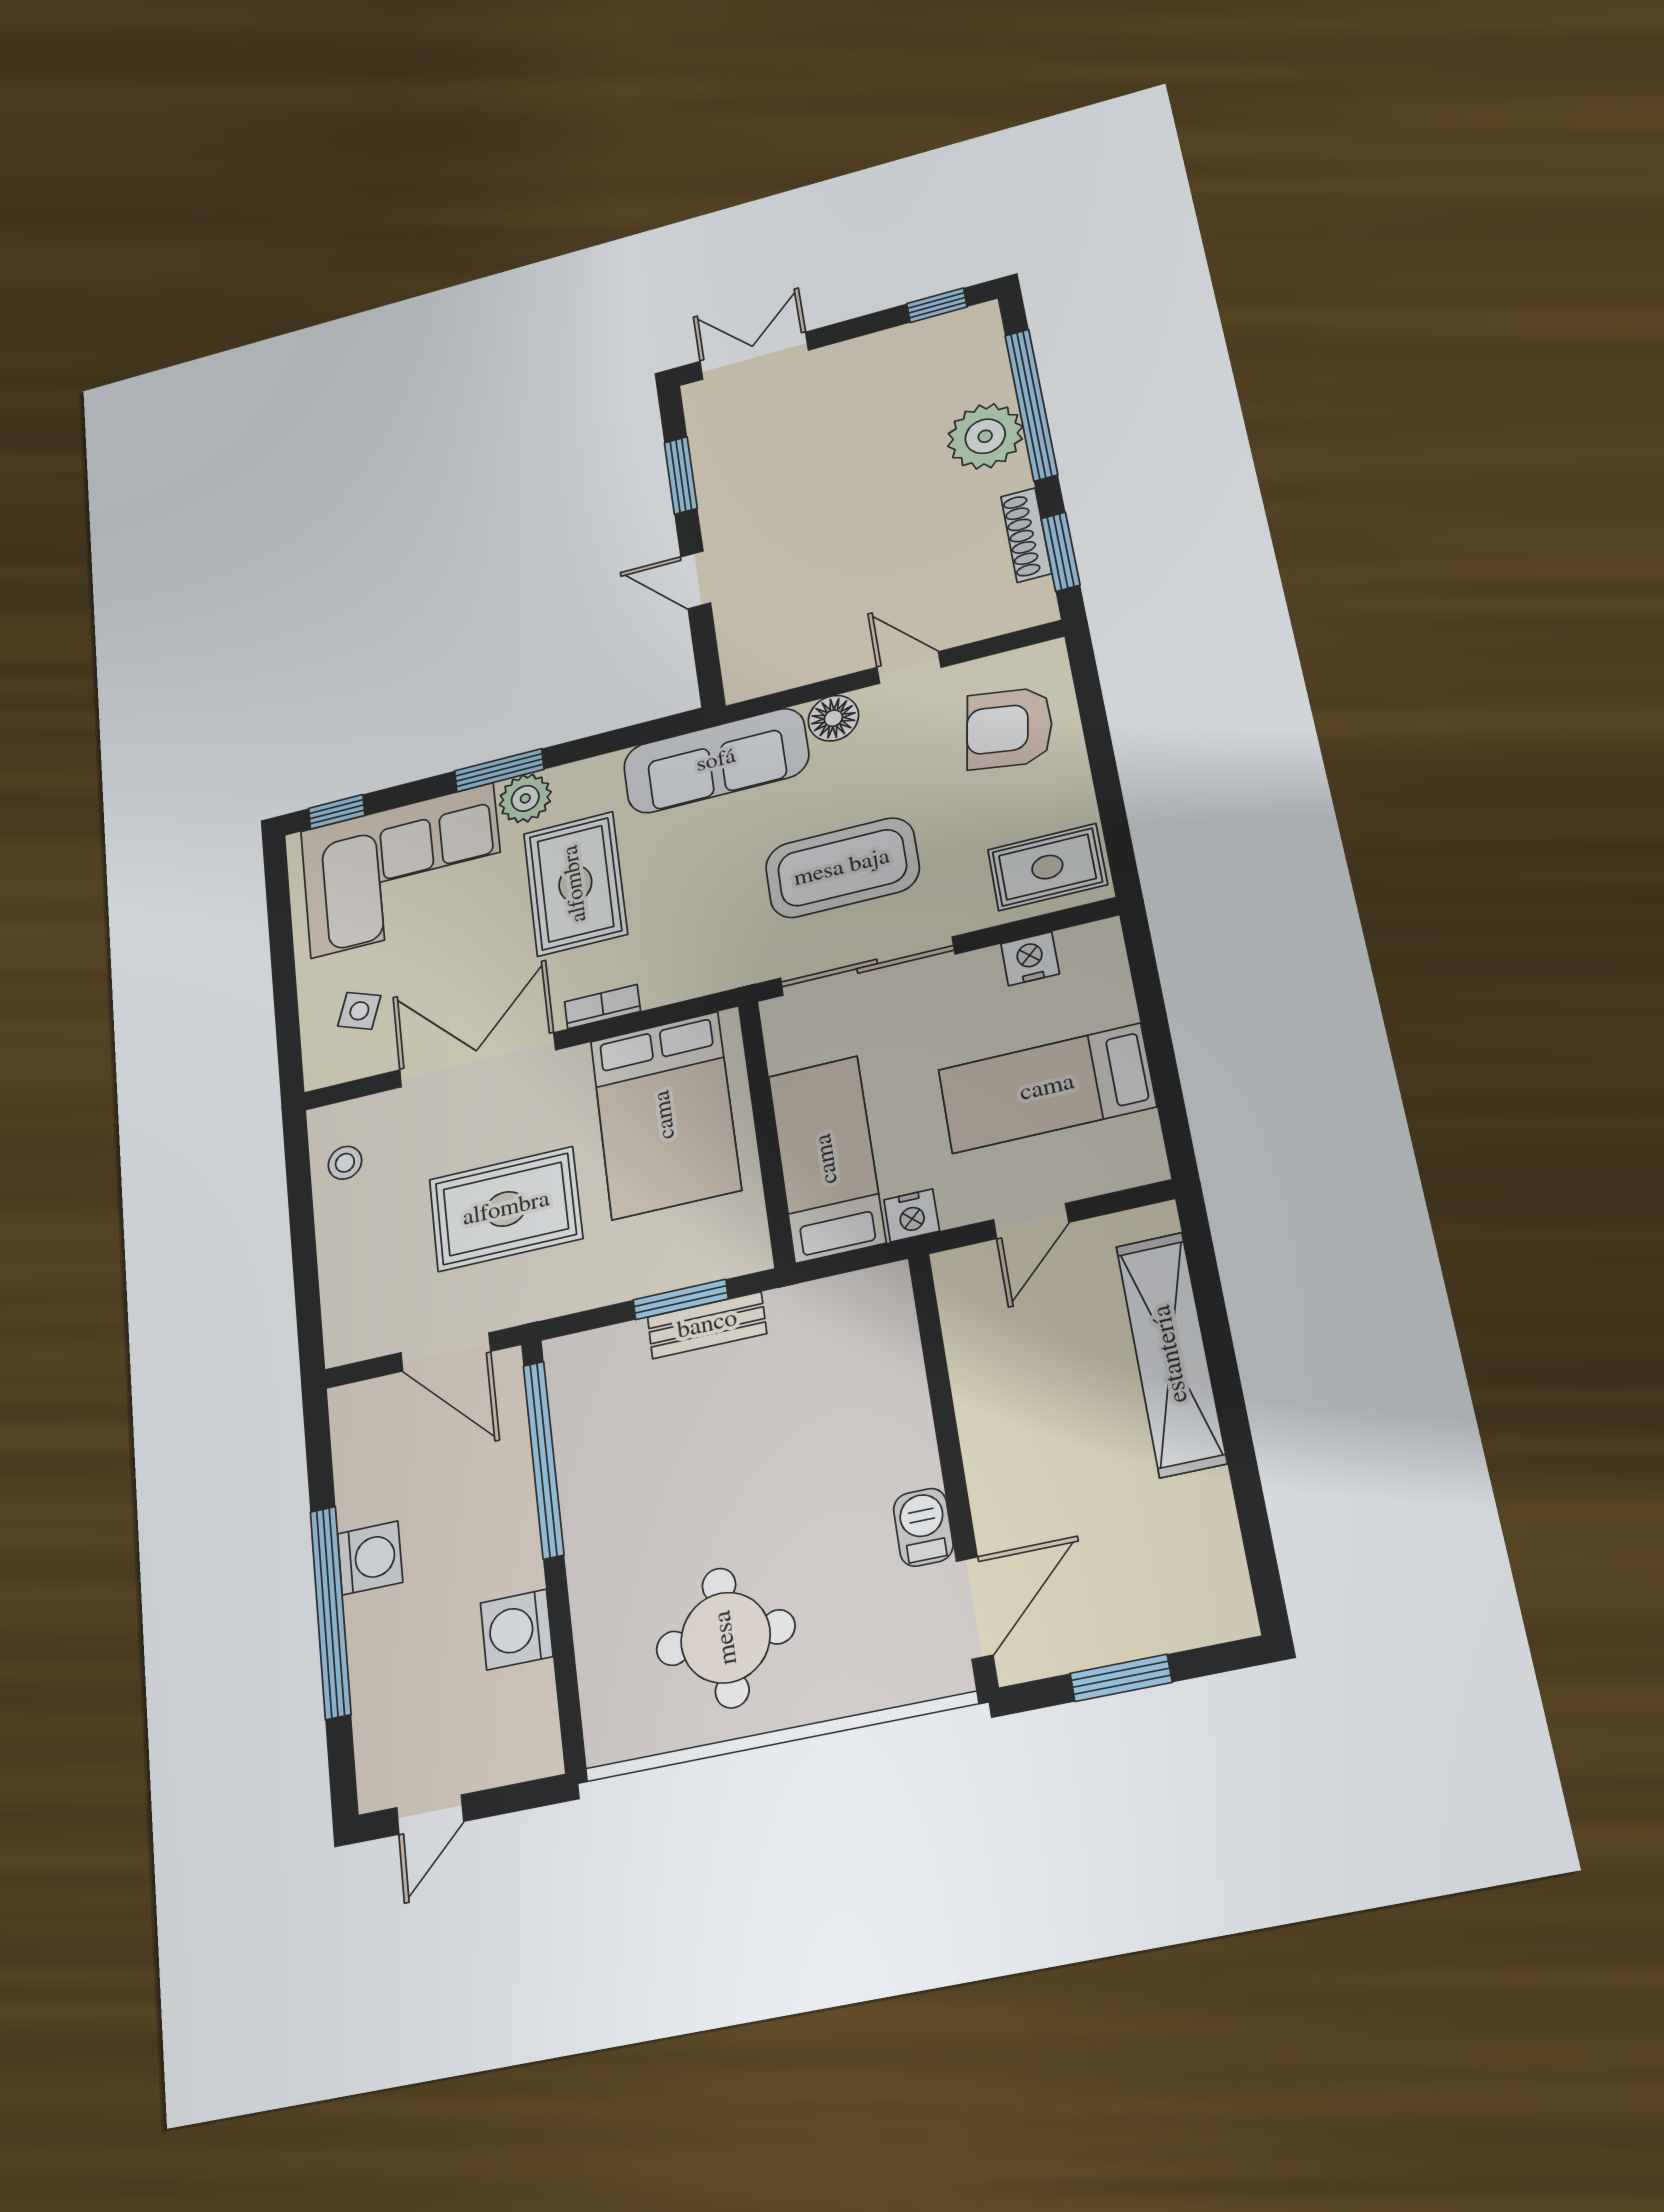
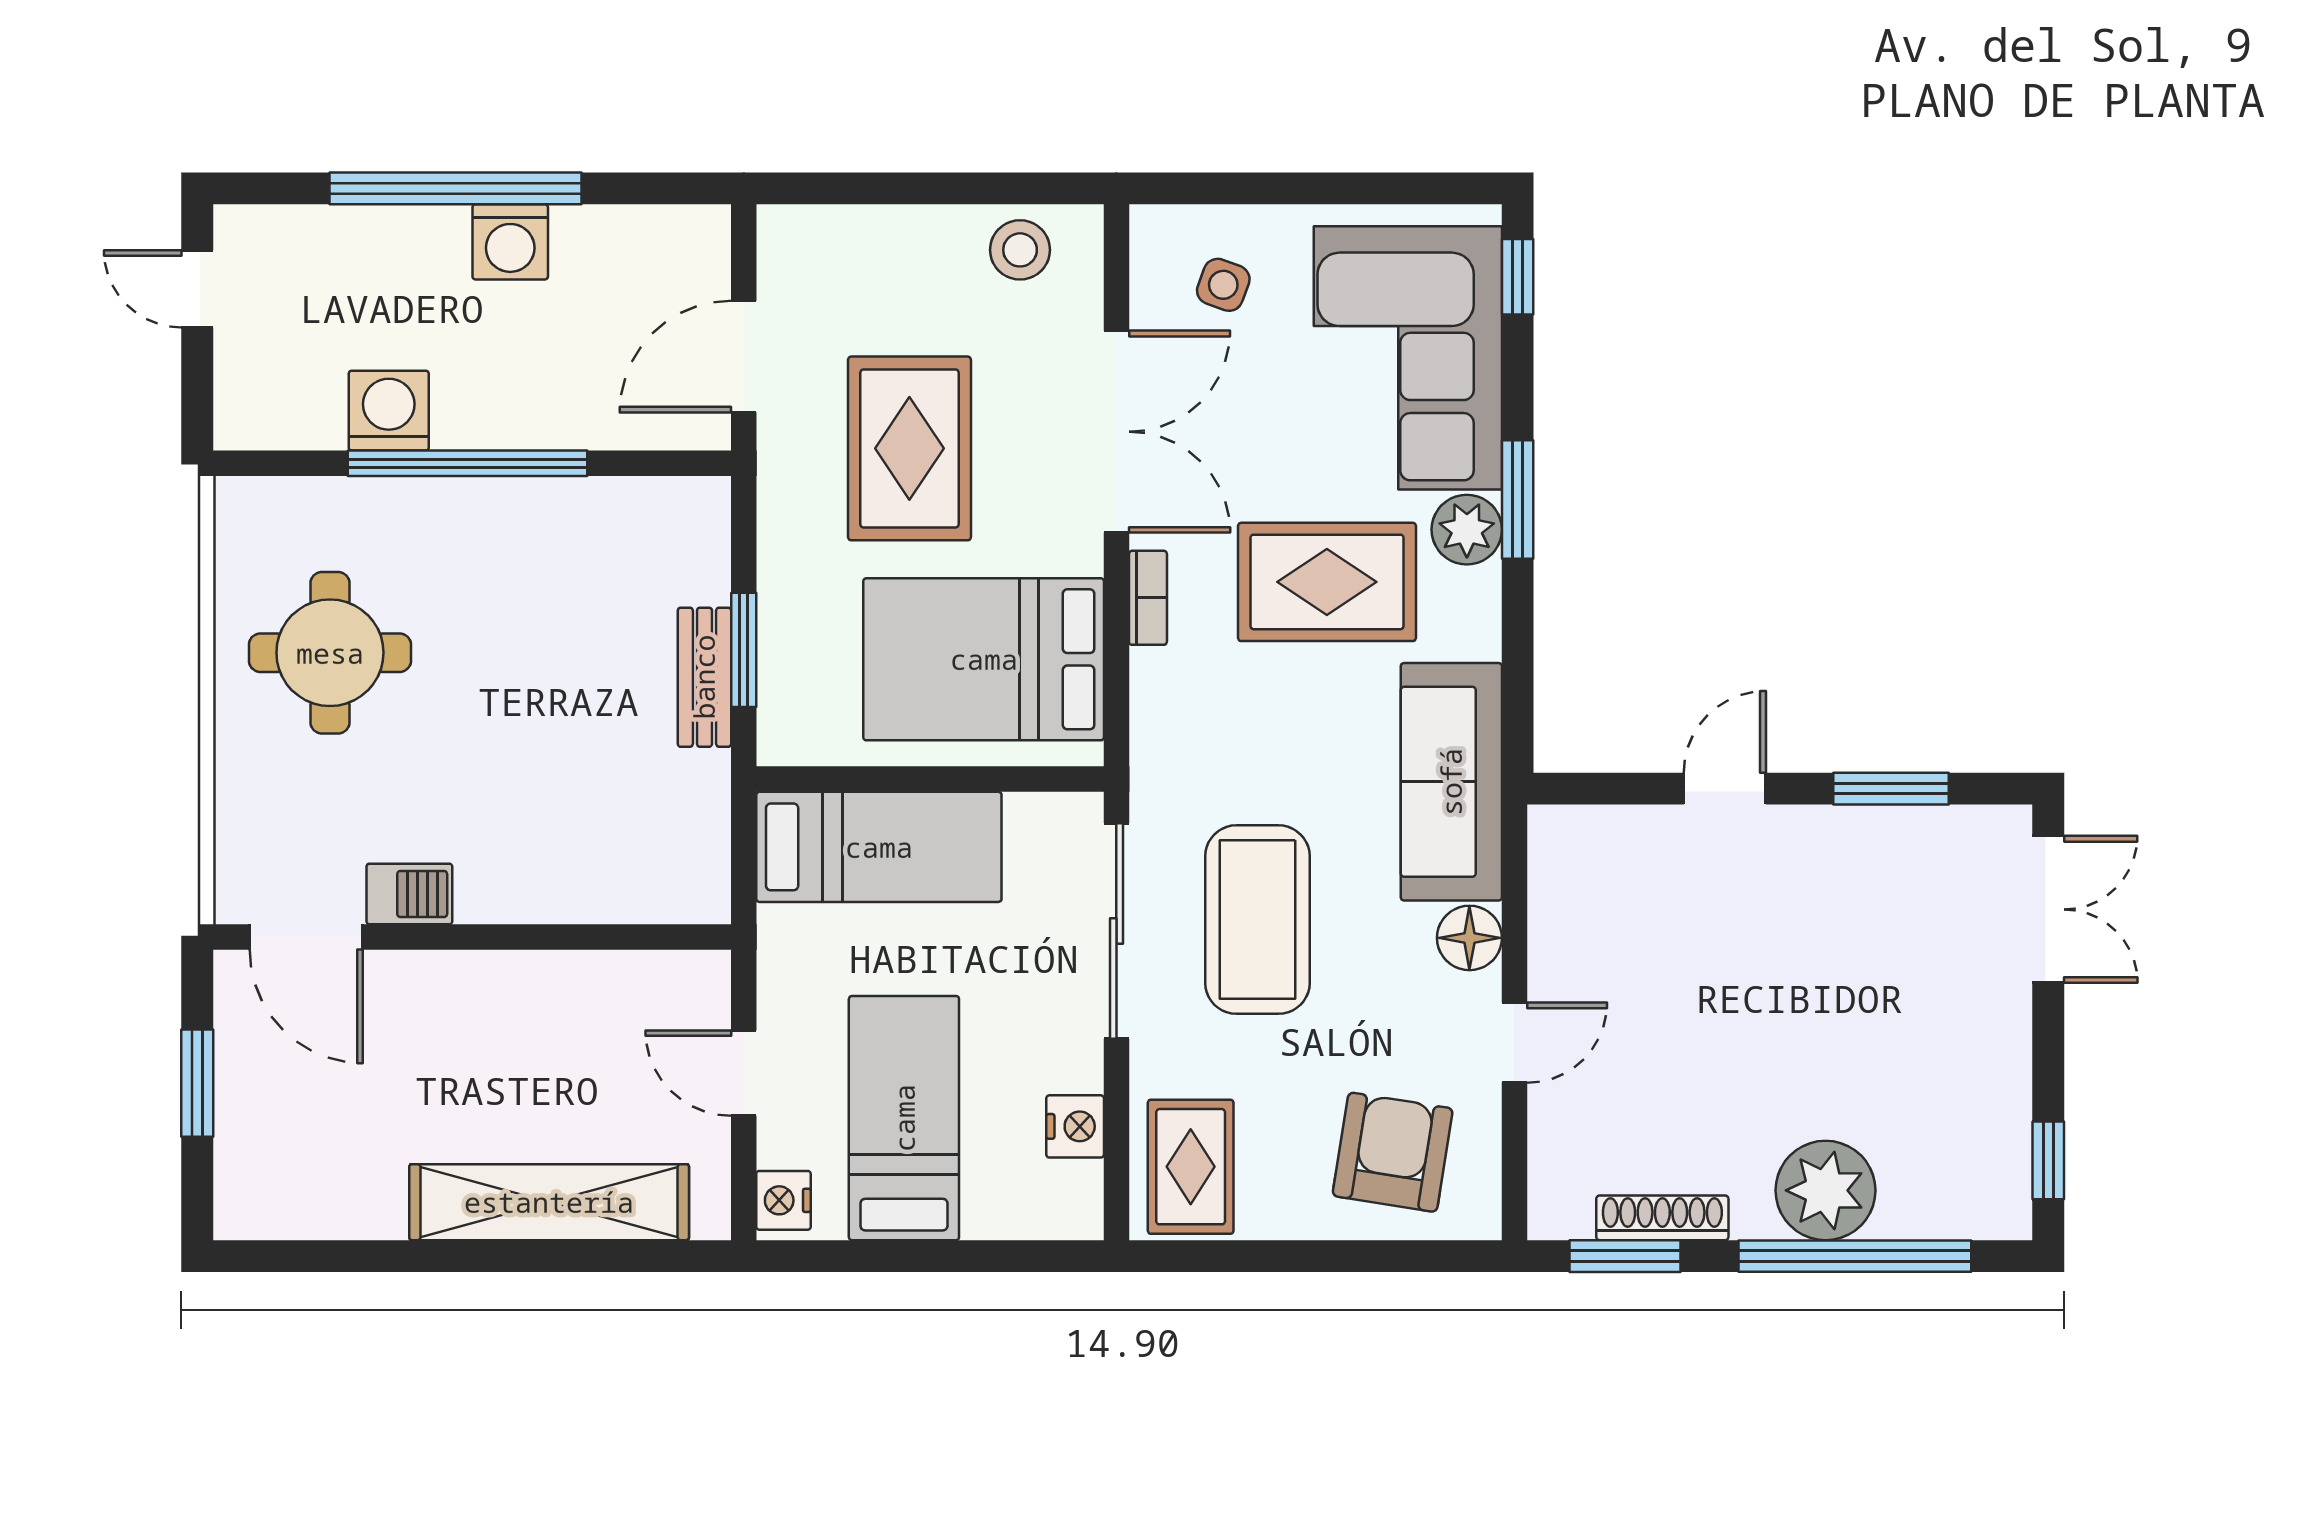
stool: (345, 1163) -> (1020, 250), width x1.37, depth x1.37
nightstand: (912, 1215) -> (784, 1200), moved
window: (543, 1459) -> (467, 463), moved

